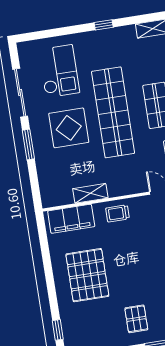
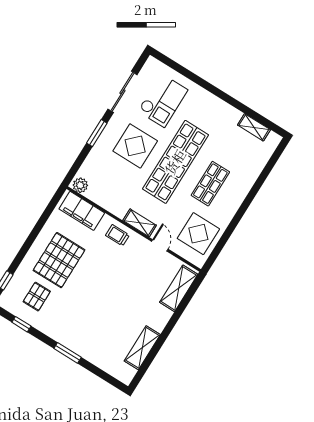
window: (104, 25) -> (222, 95), removed
shelving: (90, 193) -> (140, 223), moved
plant: (52, 199) -> (80, 185), added
pallet: (136, 319) -> (37, 297), moved

